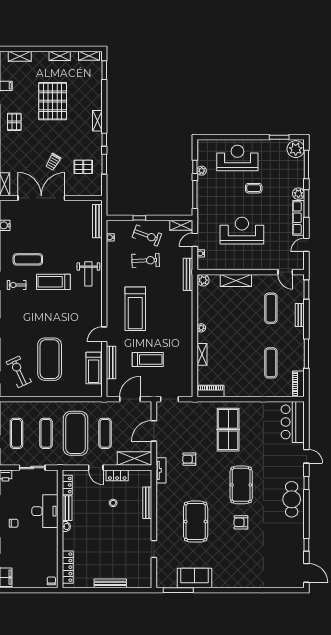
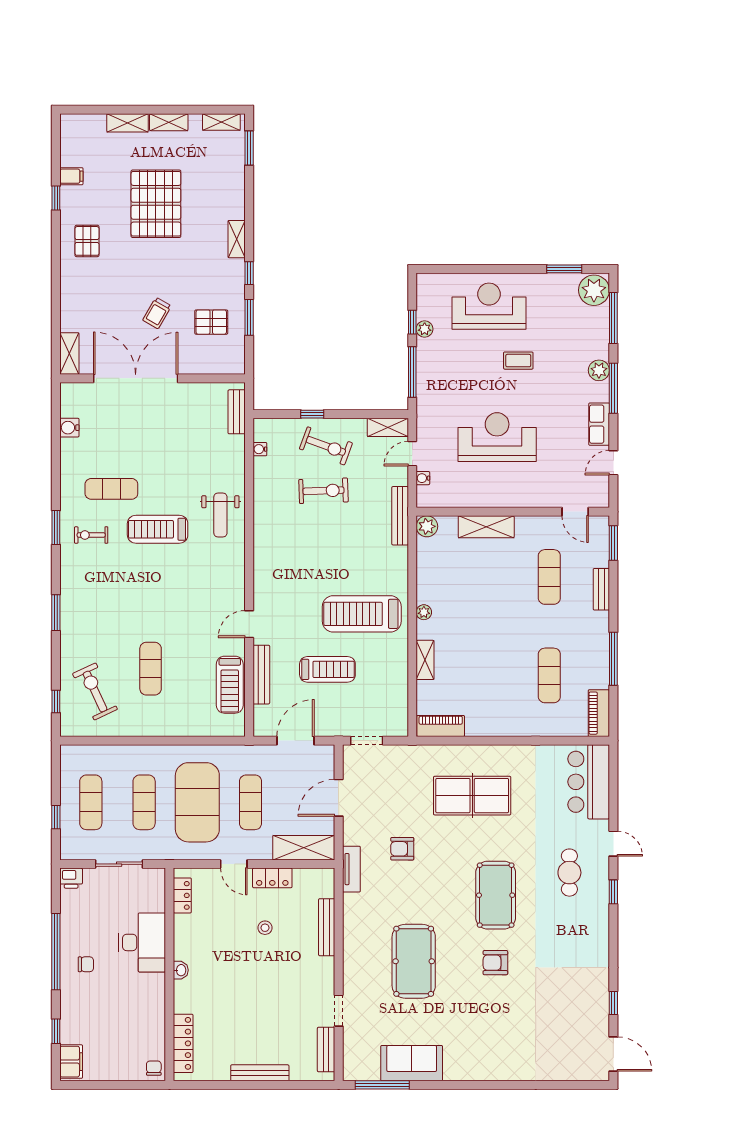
shelving: (20, 56) -> (128, 123), moved
row of seats: (299, 218) -> (599, 424), width x0.68
bench: (97, 221) -> (237, 412), width x0.73
treadmill: (135, 309) -> (362, 614), moved, turned 90
exercise mat: (50, 359) -> (151, 669), width x0.50, depth x0.69
table tennis table: (228, 430) -> (472, 796), turned 90
cafe table: (292, 499) -> (569, 873), moved, width x0.73, depth x0.74
bench: (67, 508) -> (326, 1050), moved

